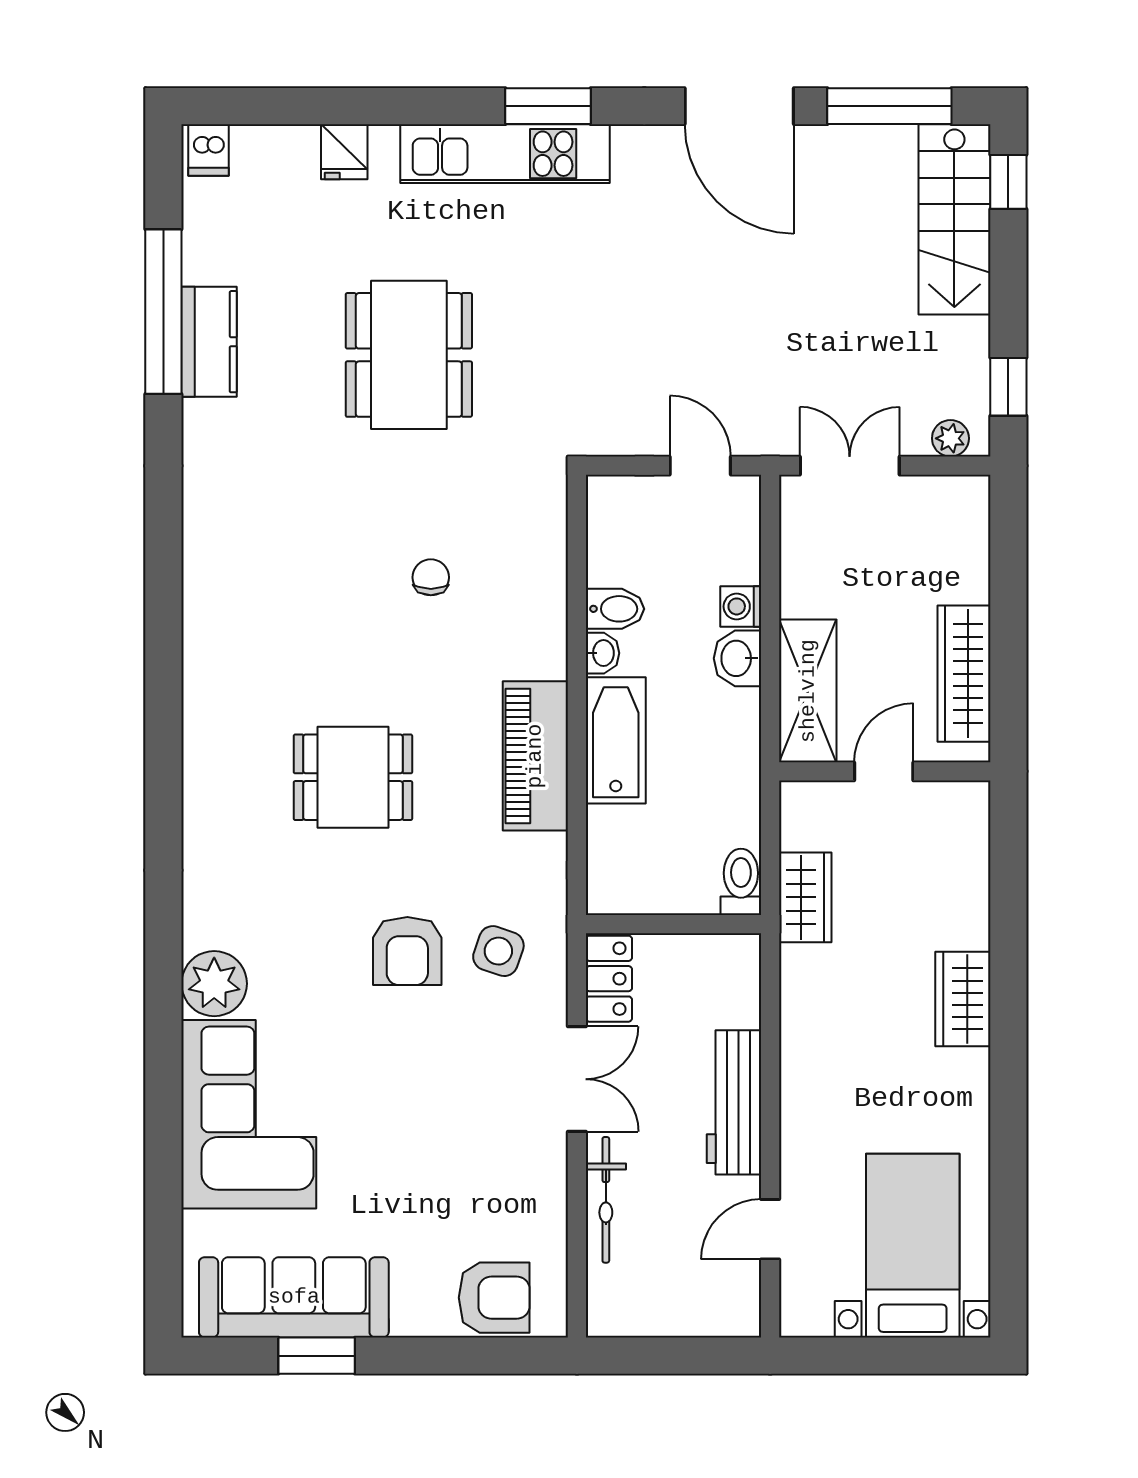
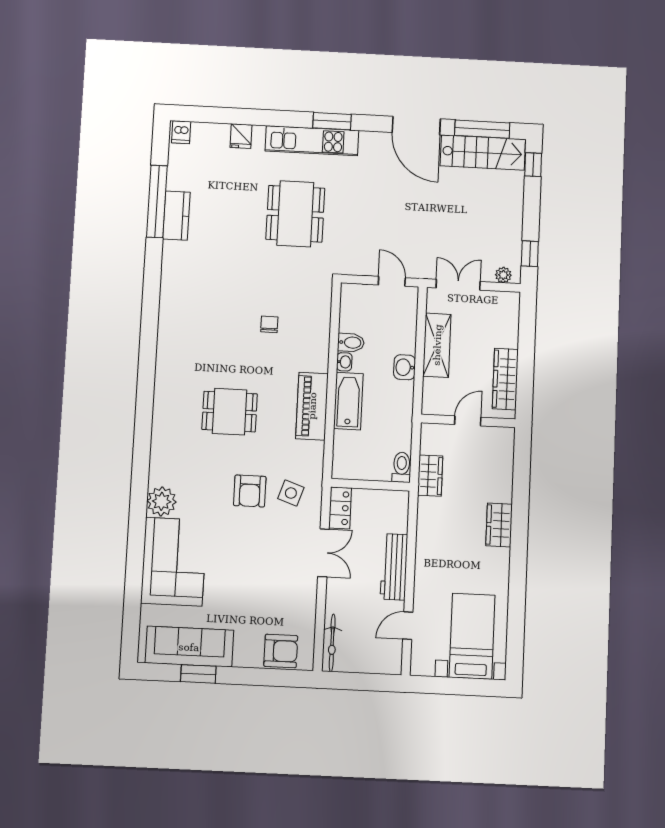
stairs: (954, 219) -> (483, 153), moved, turned -90
dining table: (409, 355) -> (295, 214), moved
washing machine: (741, 606) -> (407, 344), removed
shelving: (808, 691) -> (437, 345), moved
bicycle: (606, 1200) -> (332, 643), moved

